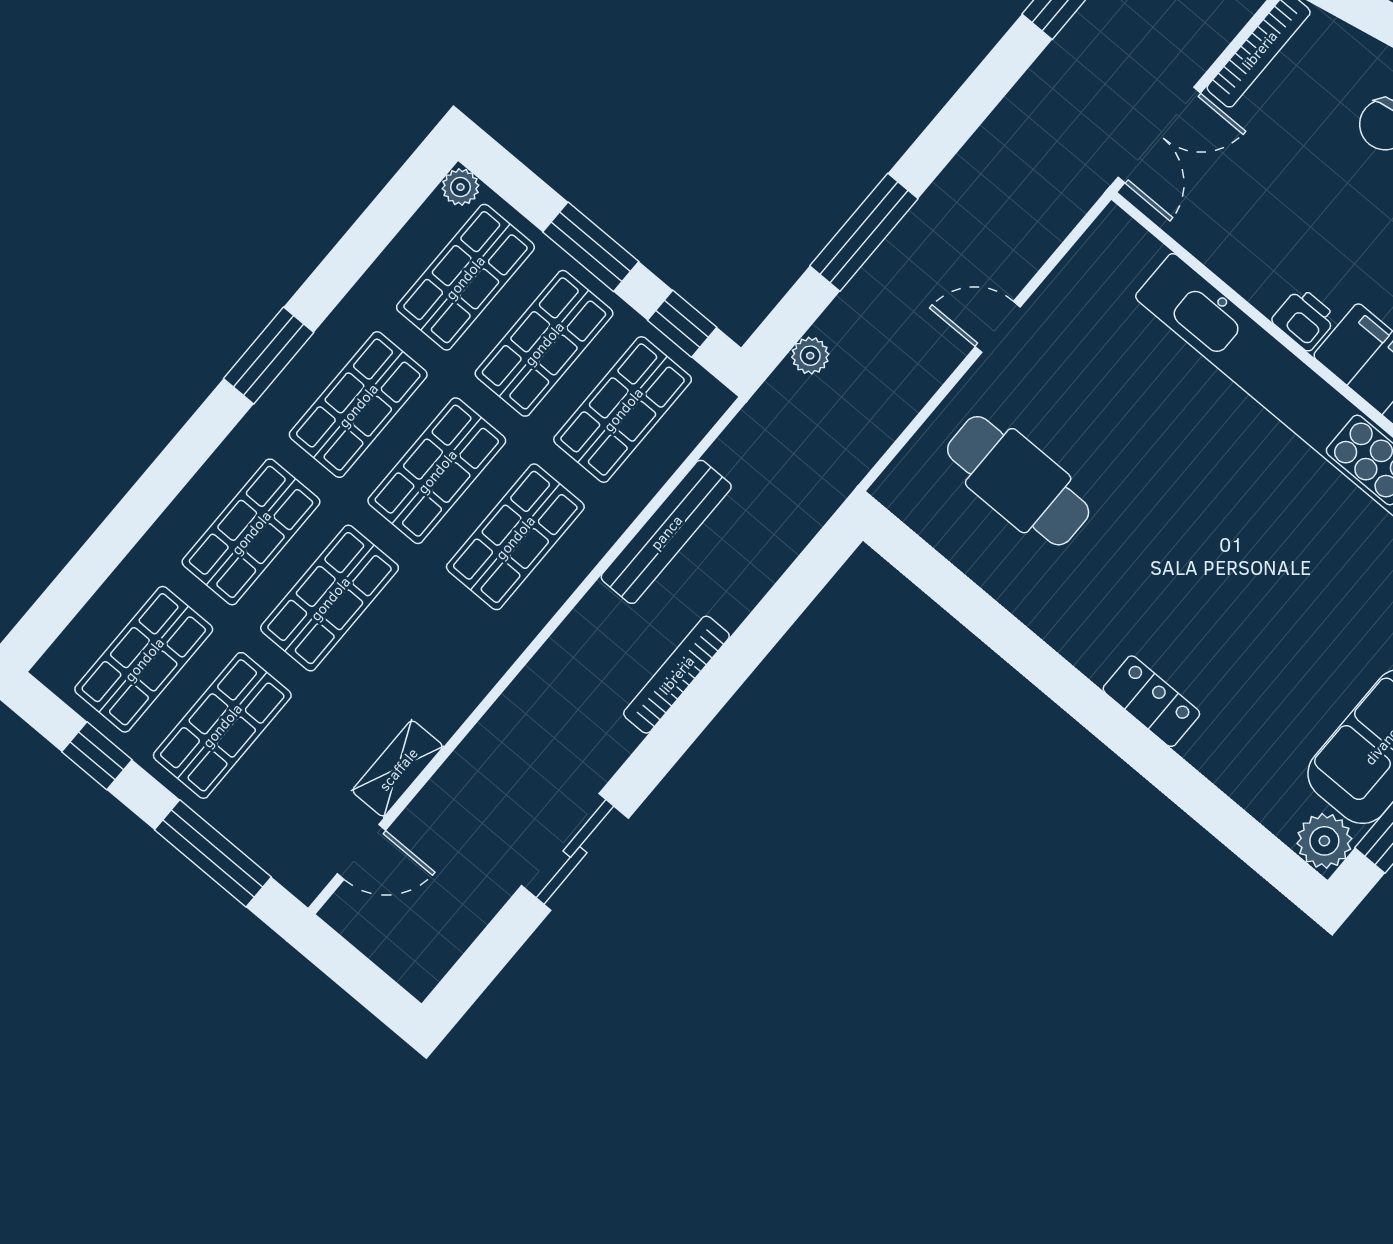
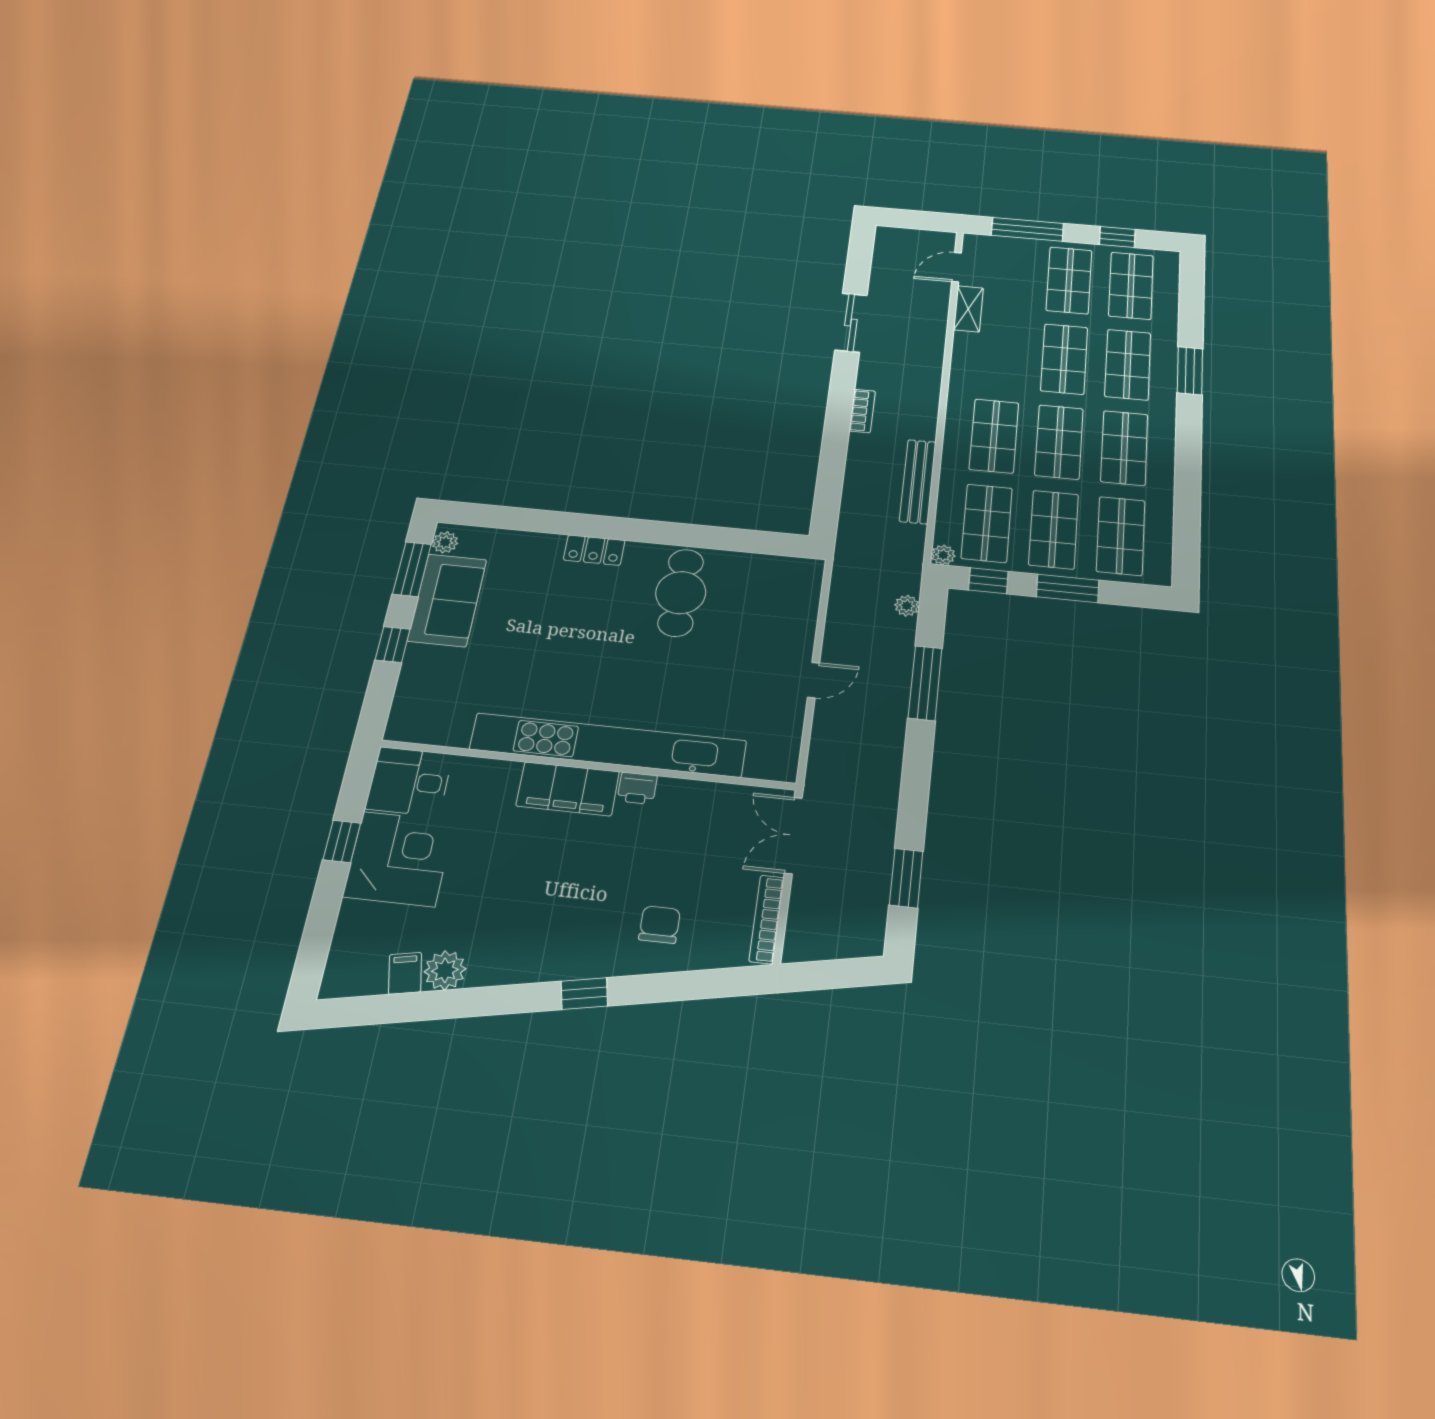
plant: (460, 187) -> (943, 555), moved
window: (269, 355) -> (1190, 371), moved
cafe table: (1018, 481) -> (681, 593), moved, turned 90
bookcase: (676, 675) -> (862, 411), width x0.64
plant: (1324, 841) -> (445, 542), width x0.73, depth x0.73

